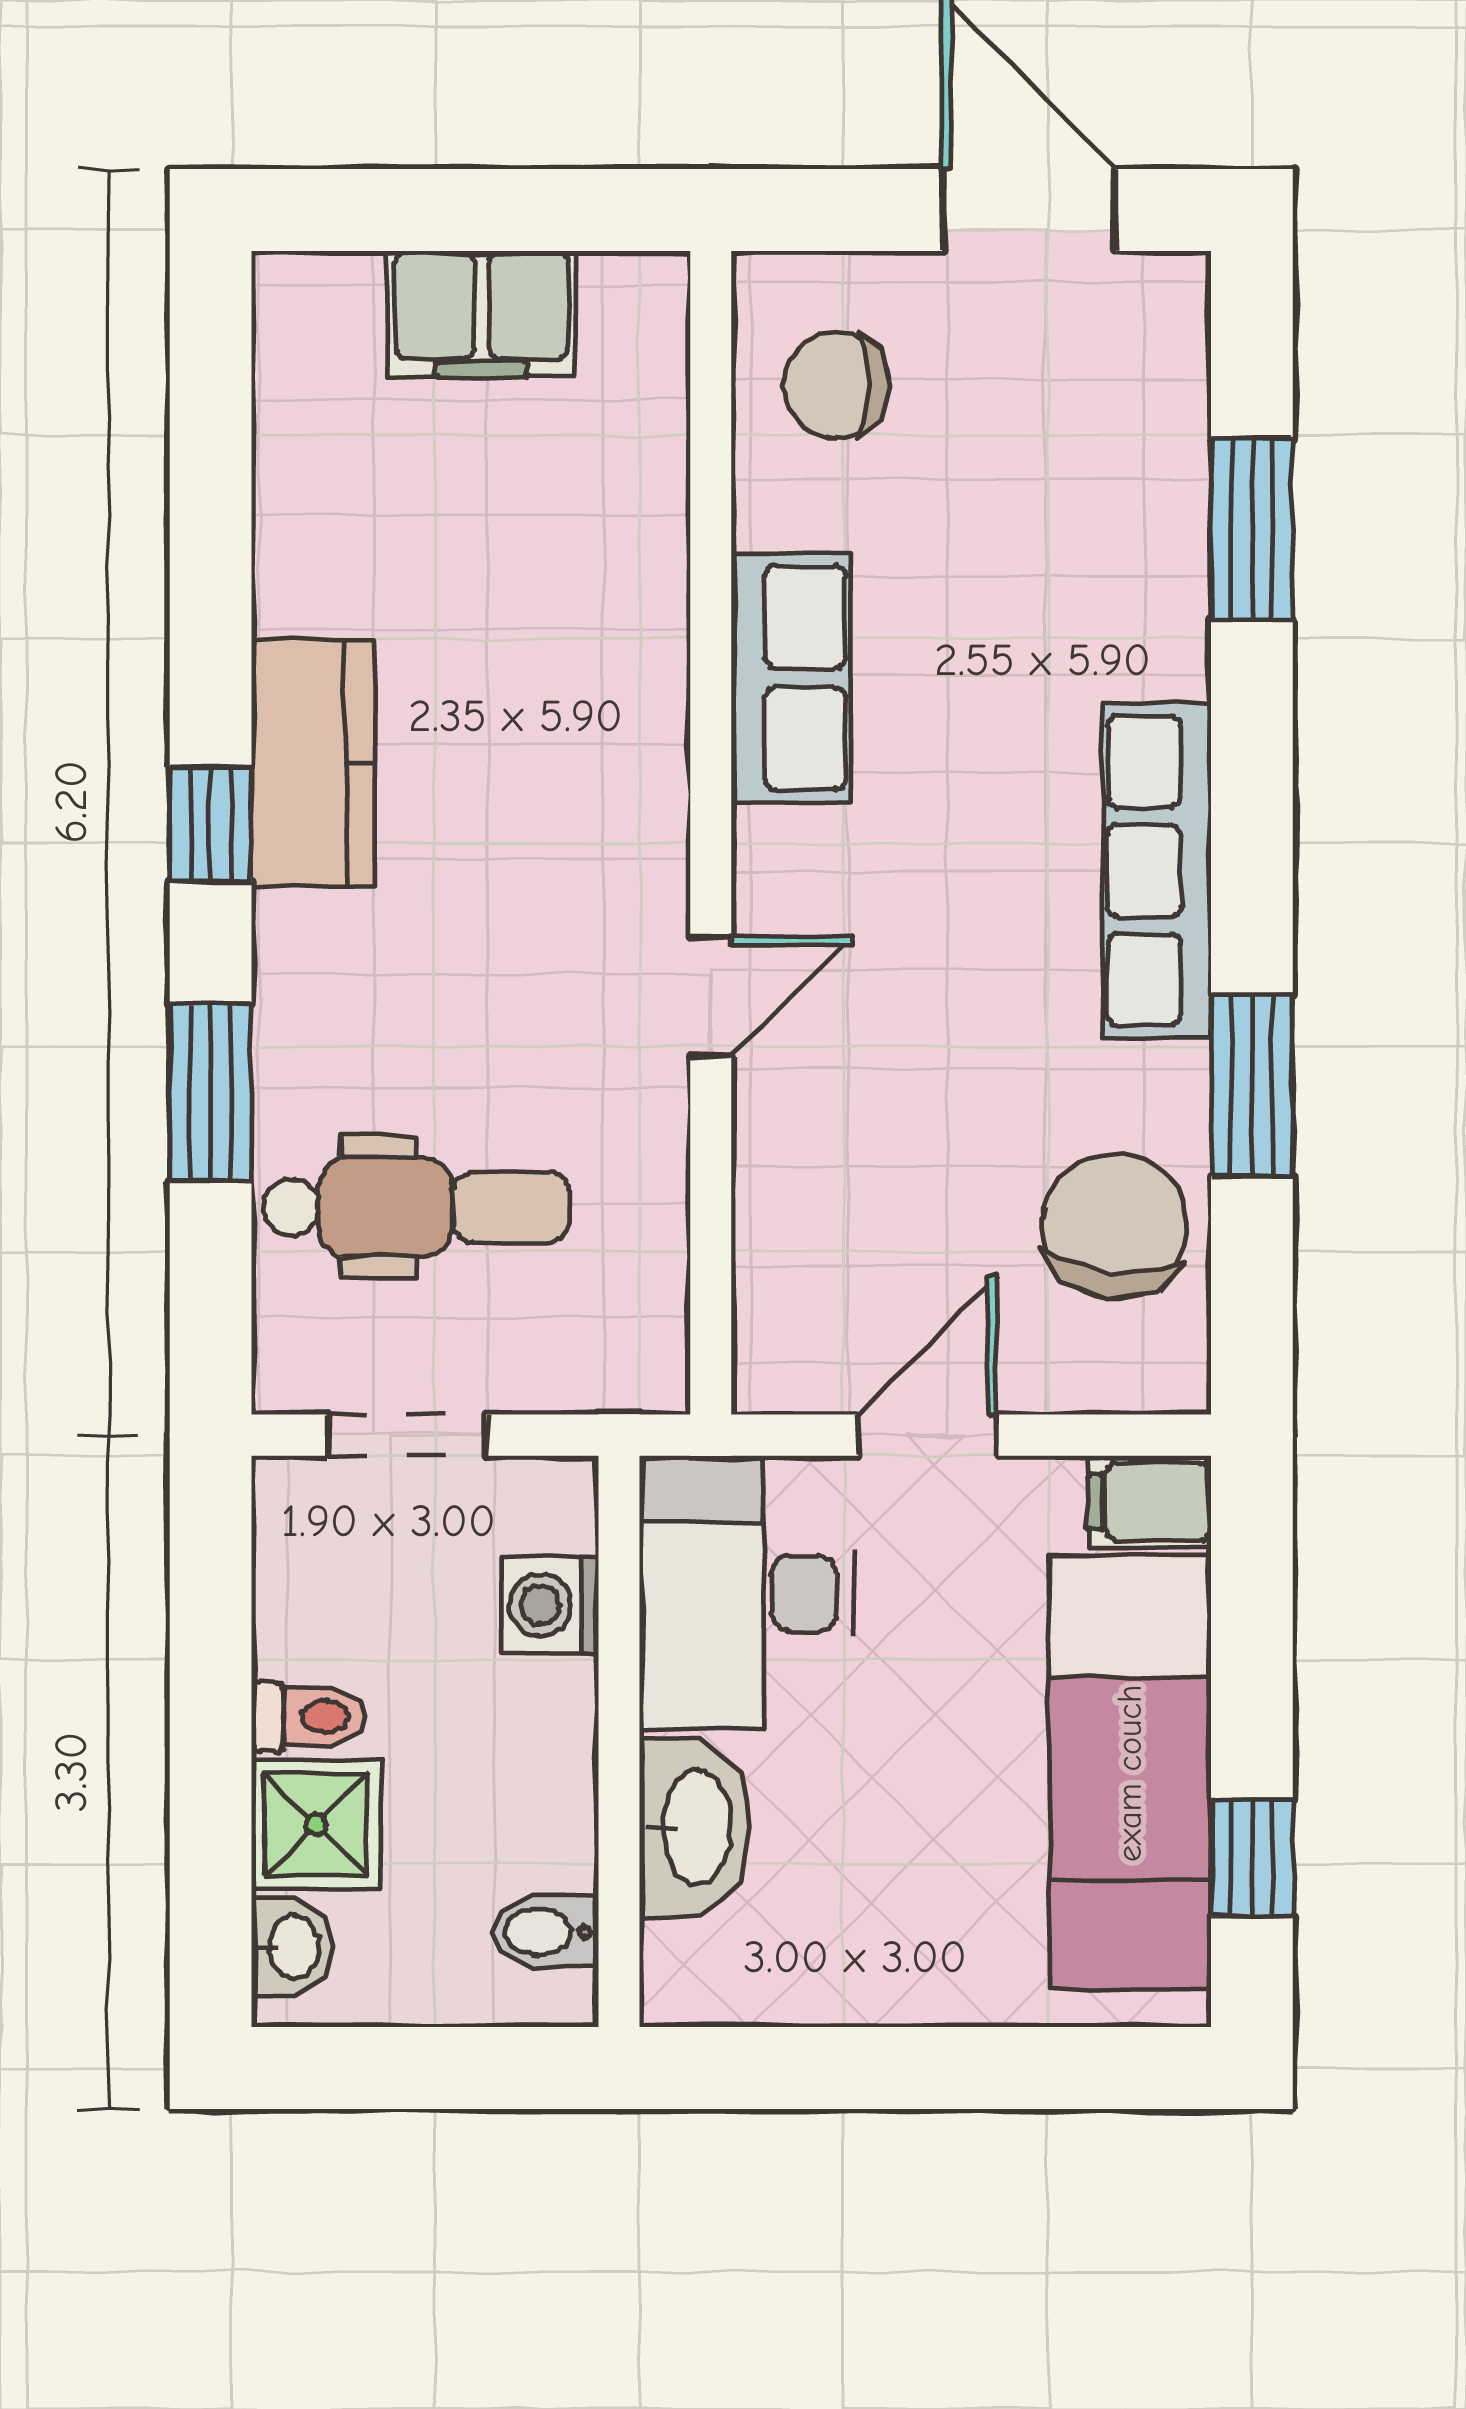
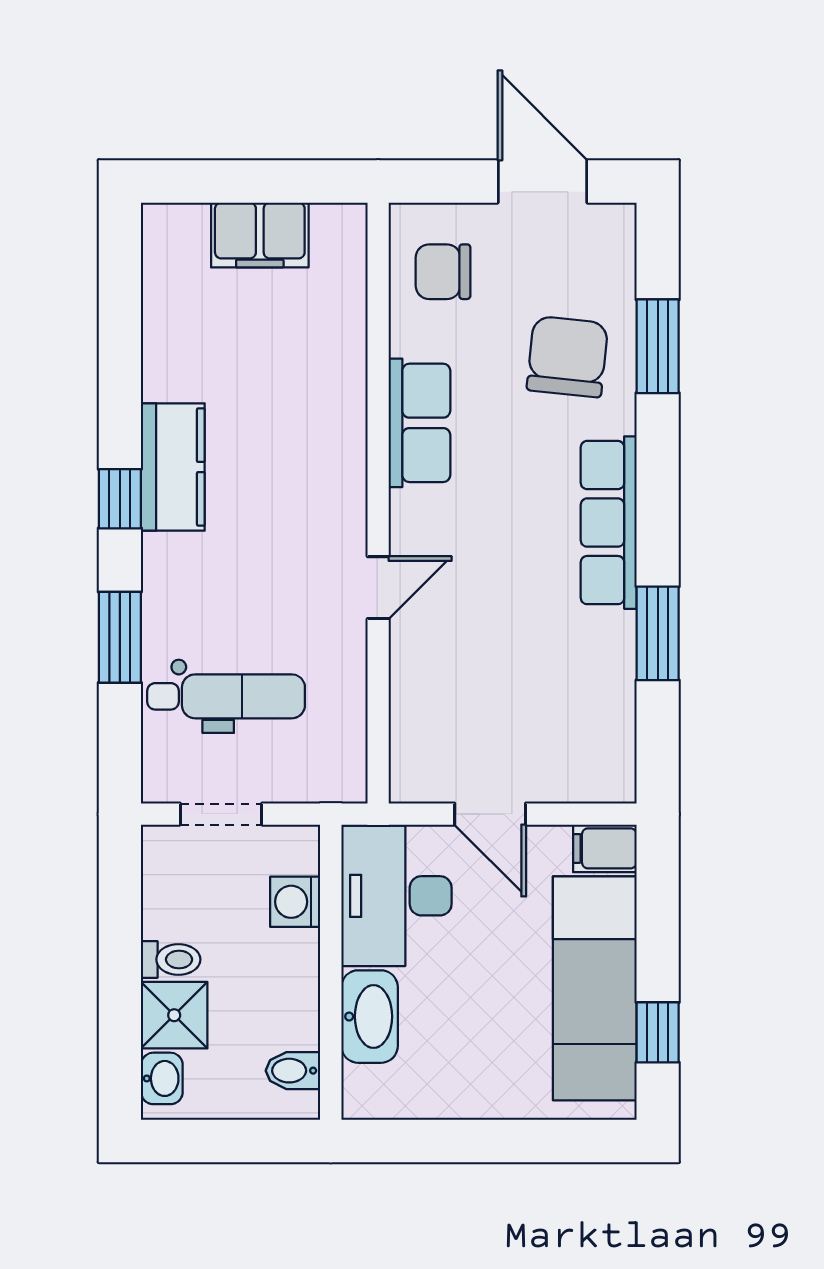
chair: (1115, 1226) -> (567, 357), moved
door: (928, 1435) -> (490, 814), swing flipped

